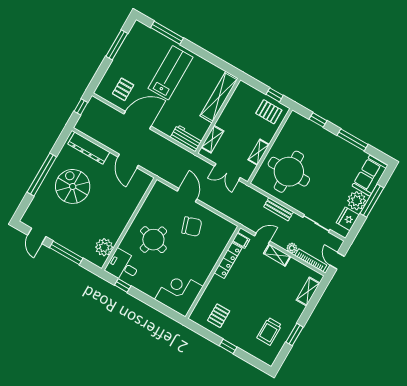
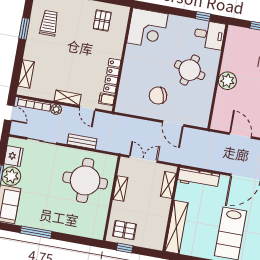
window: (318, 120) -> (75, 239), removed
workbench: (187, 138) -> (198, 178), width x1.38
door: (262, 238) -> (87, 108), hinge flipped
plant: (104, 247) -> (227, 81), moved

